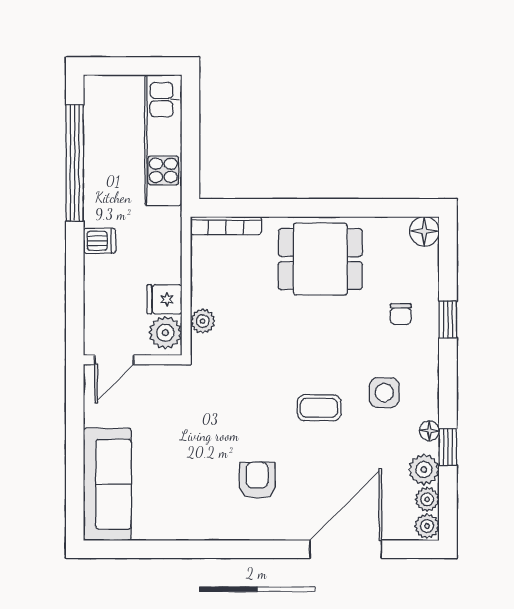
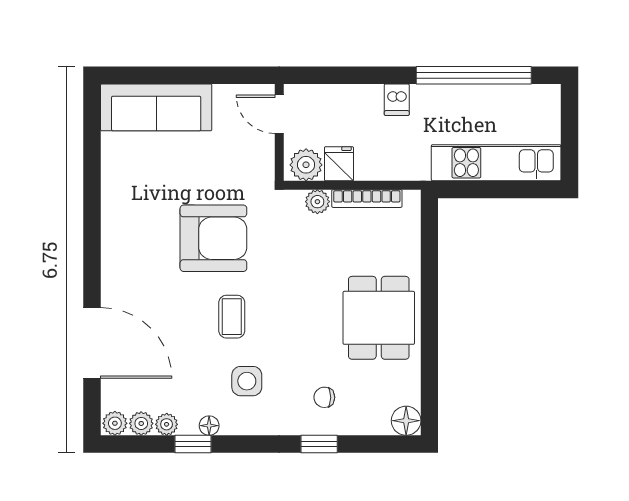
bookcase: (226, 226) -> (367, 199), moved, turned -90
plant: (424, 470) -> (167, 424), width x0.73, depth x0.73
armchair: (257, 480) -> (213, 238), moved, width x1.88, depth x1.88

